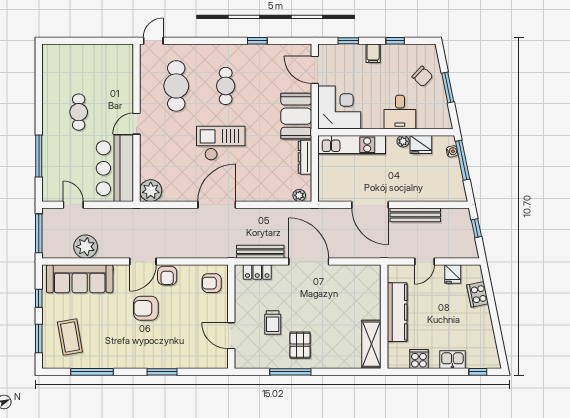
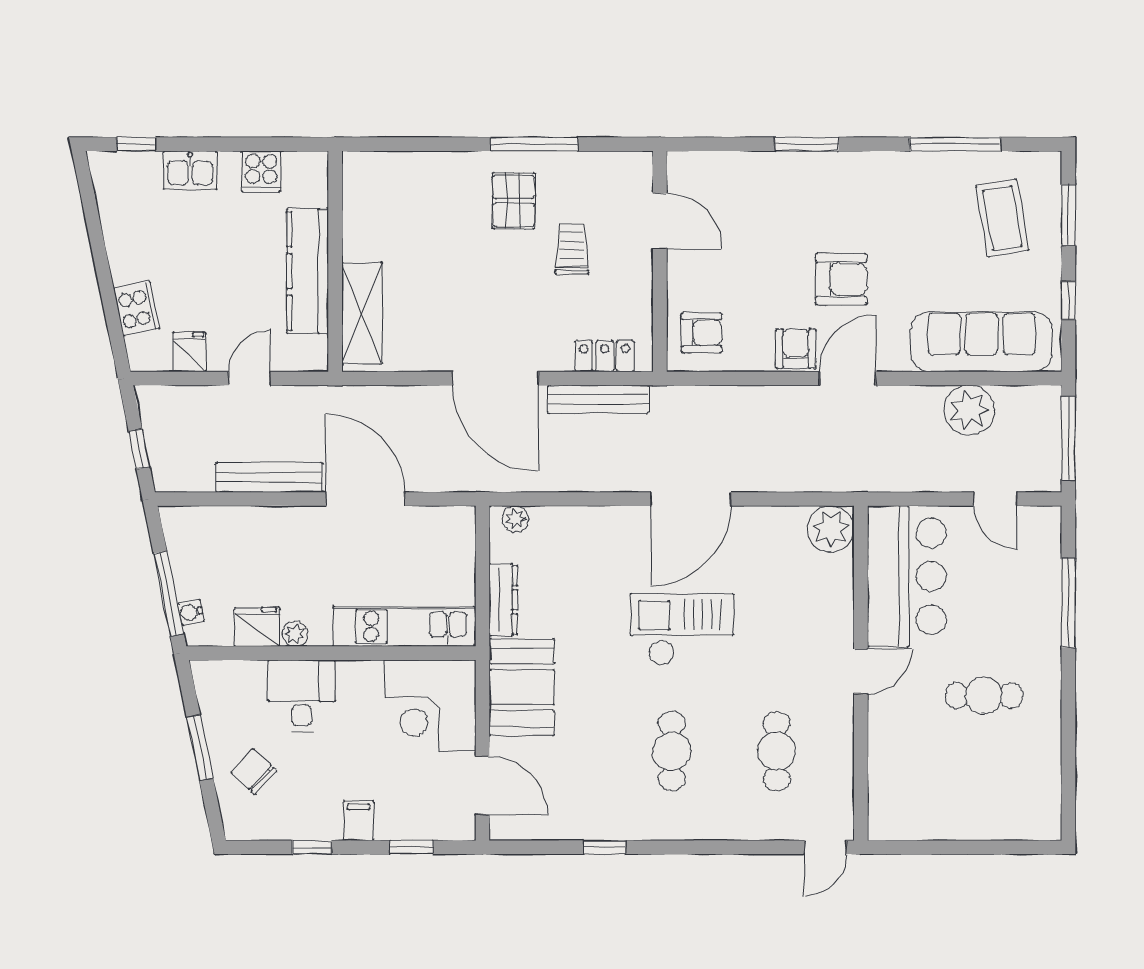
cafe table: (176, 86) -> (777, 751), width x0.73, depth x0.74
cafe table: (79, 112) -> (984, 696), turned 90
checkout: (221, 143) -> (682, 630), turned 180
shelving: (371, 344) -> (362, 313), moved

